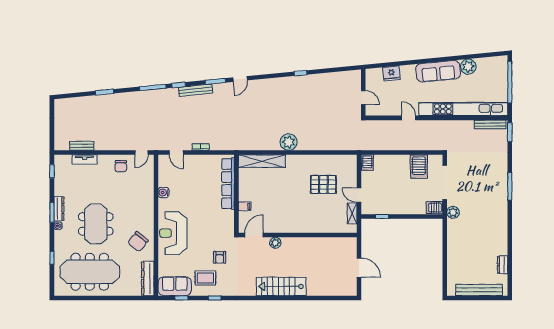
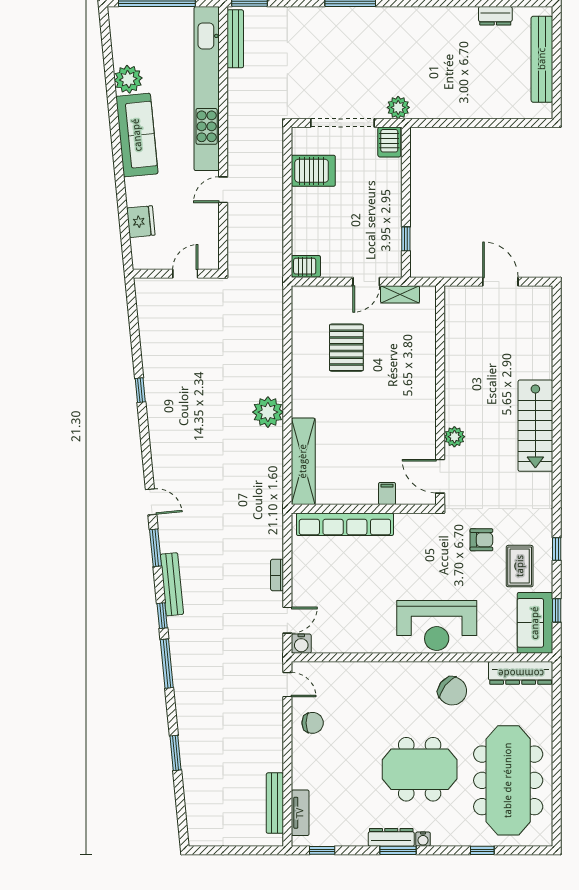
bench: (82, 146) -> (275, 803), width x1.36
tv unit: (85, 159) -> (300, 813), moved
water cooler: (164, 192) -> (301, 644), moved
door: (359, 268) -> (500, 282), hinge flipped

